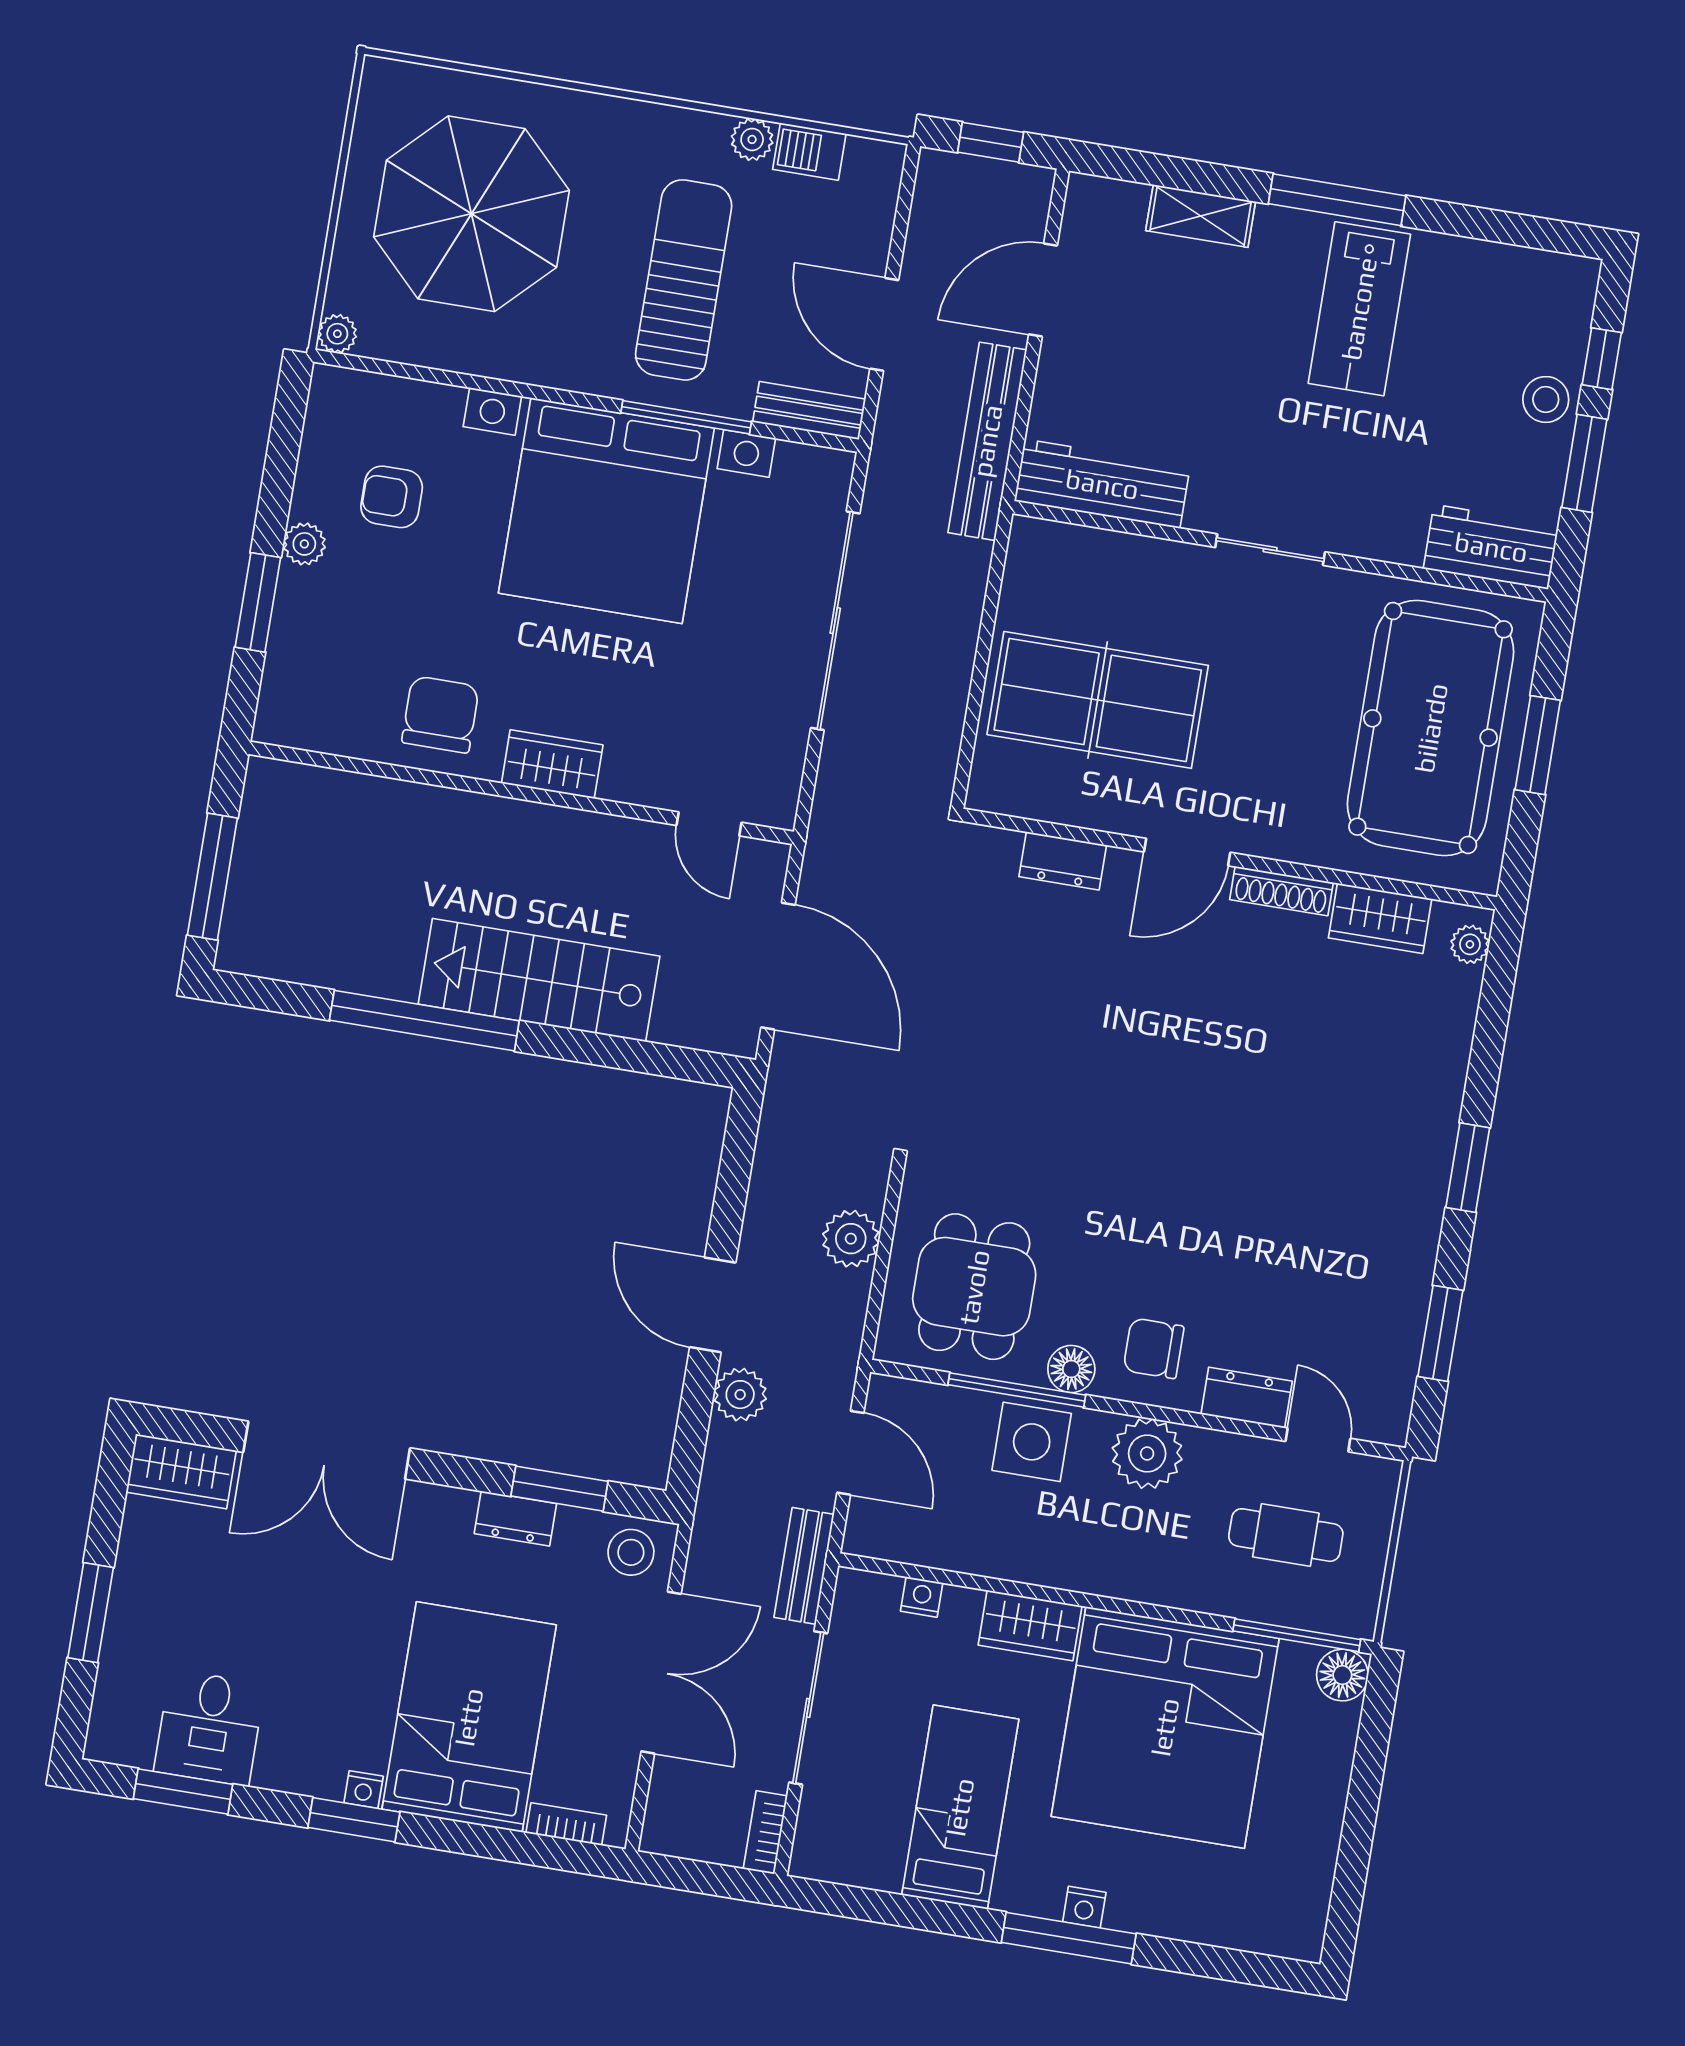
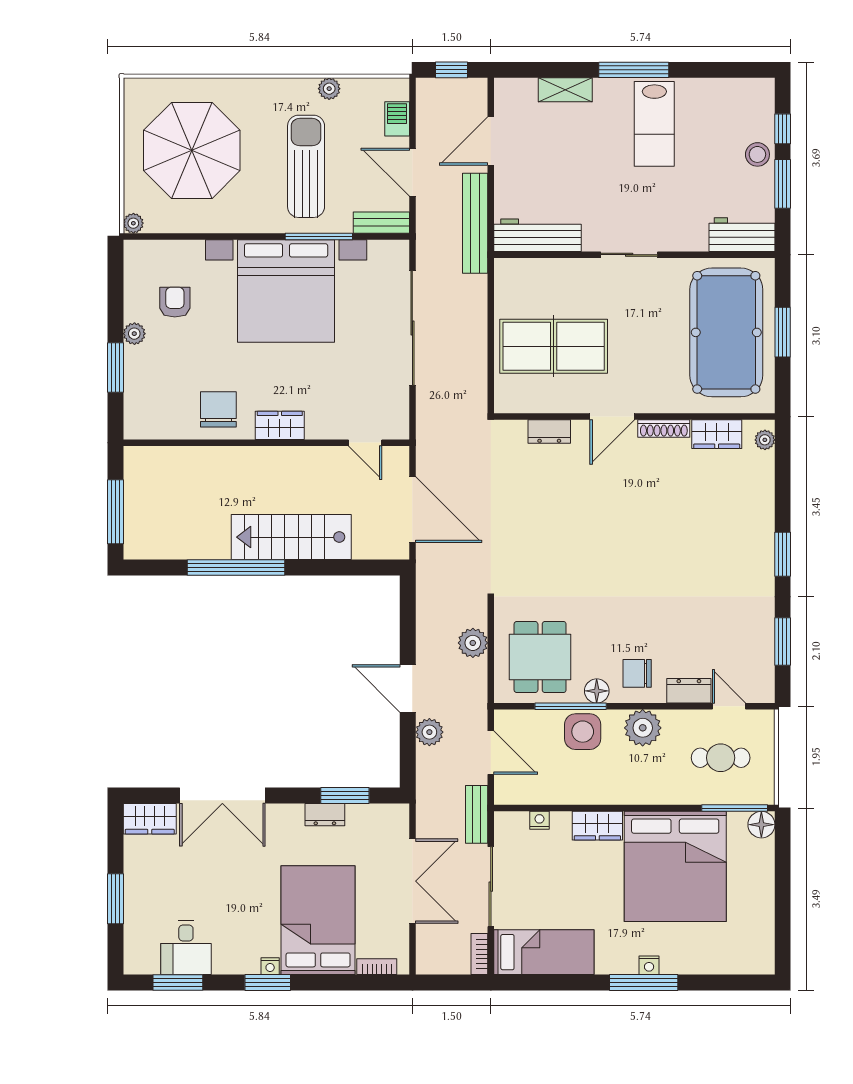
barbecue: (809, 152) -> (397, 119), moved, turned 90
armchair: (392, 497) -> (175, 302), turned 90
stool: (631, 1552) -> (387, 822), removed
bed: (960, 1807) -> (544, 952), moved, turned 90

